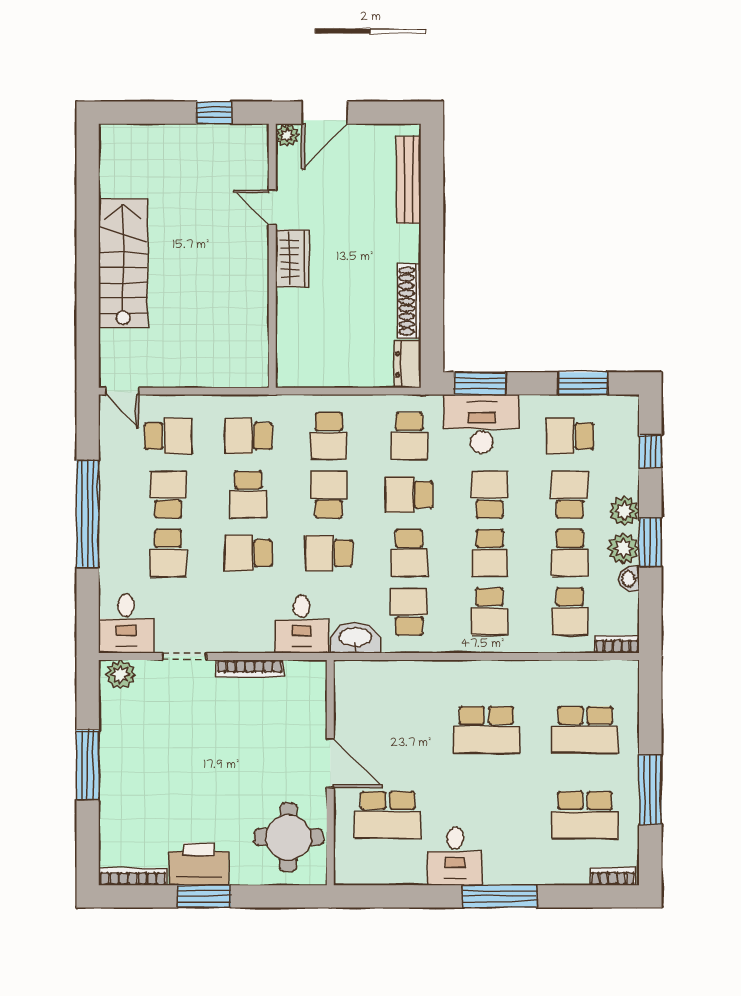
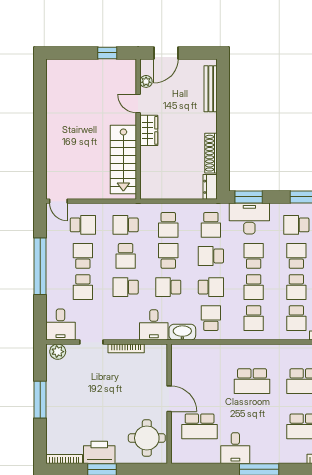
plant: (287, 135) -> (146, 81), moved
stairs: (123, 263) -> (123, 159), moved, turned 180
school desk: (409, 553) -> (211, 287), turned -90

